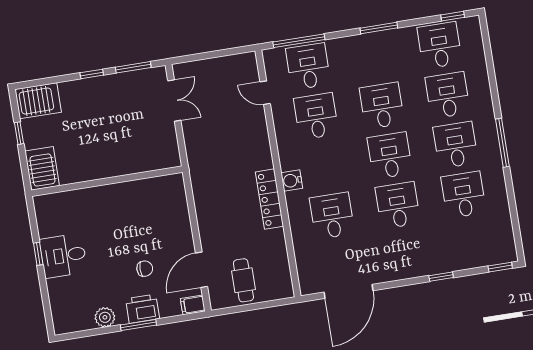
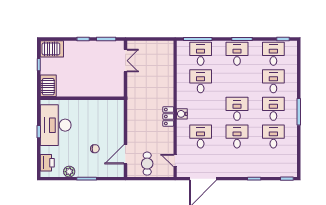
door: (265, 93) -> (175, 161), moved
desk: (382, 106) -> (237, 54), moved
locker: (269, 199) -> (168, 117), width x0.66
desk: (63, 256) -> (56, 125), width x1.87, depth x1.30
filing cabinet: (193, 305) -> (118, 172), removed
printer: (143, 309) -> (47, 163), moved, turned 90

